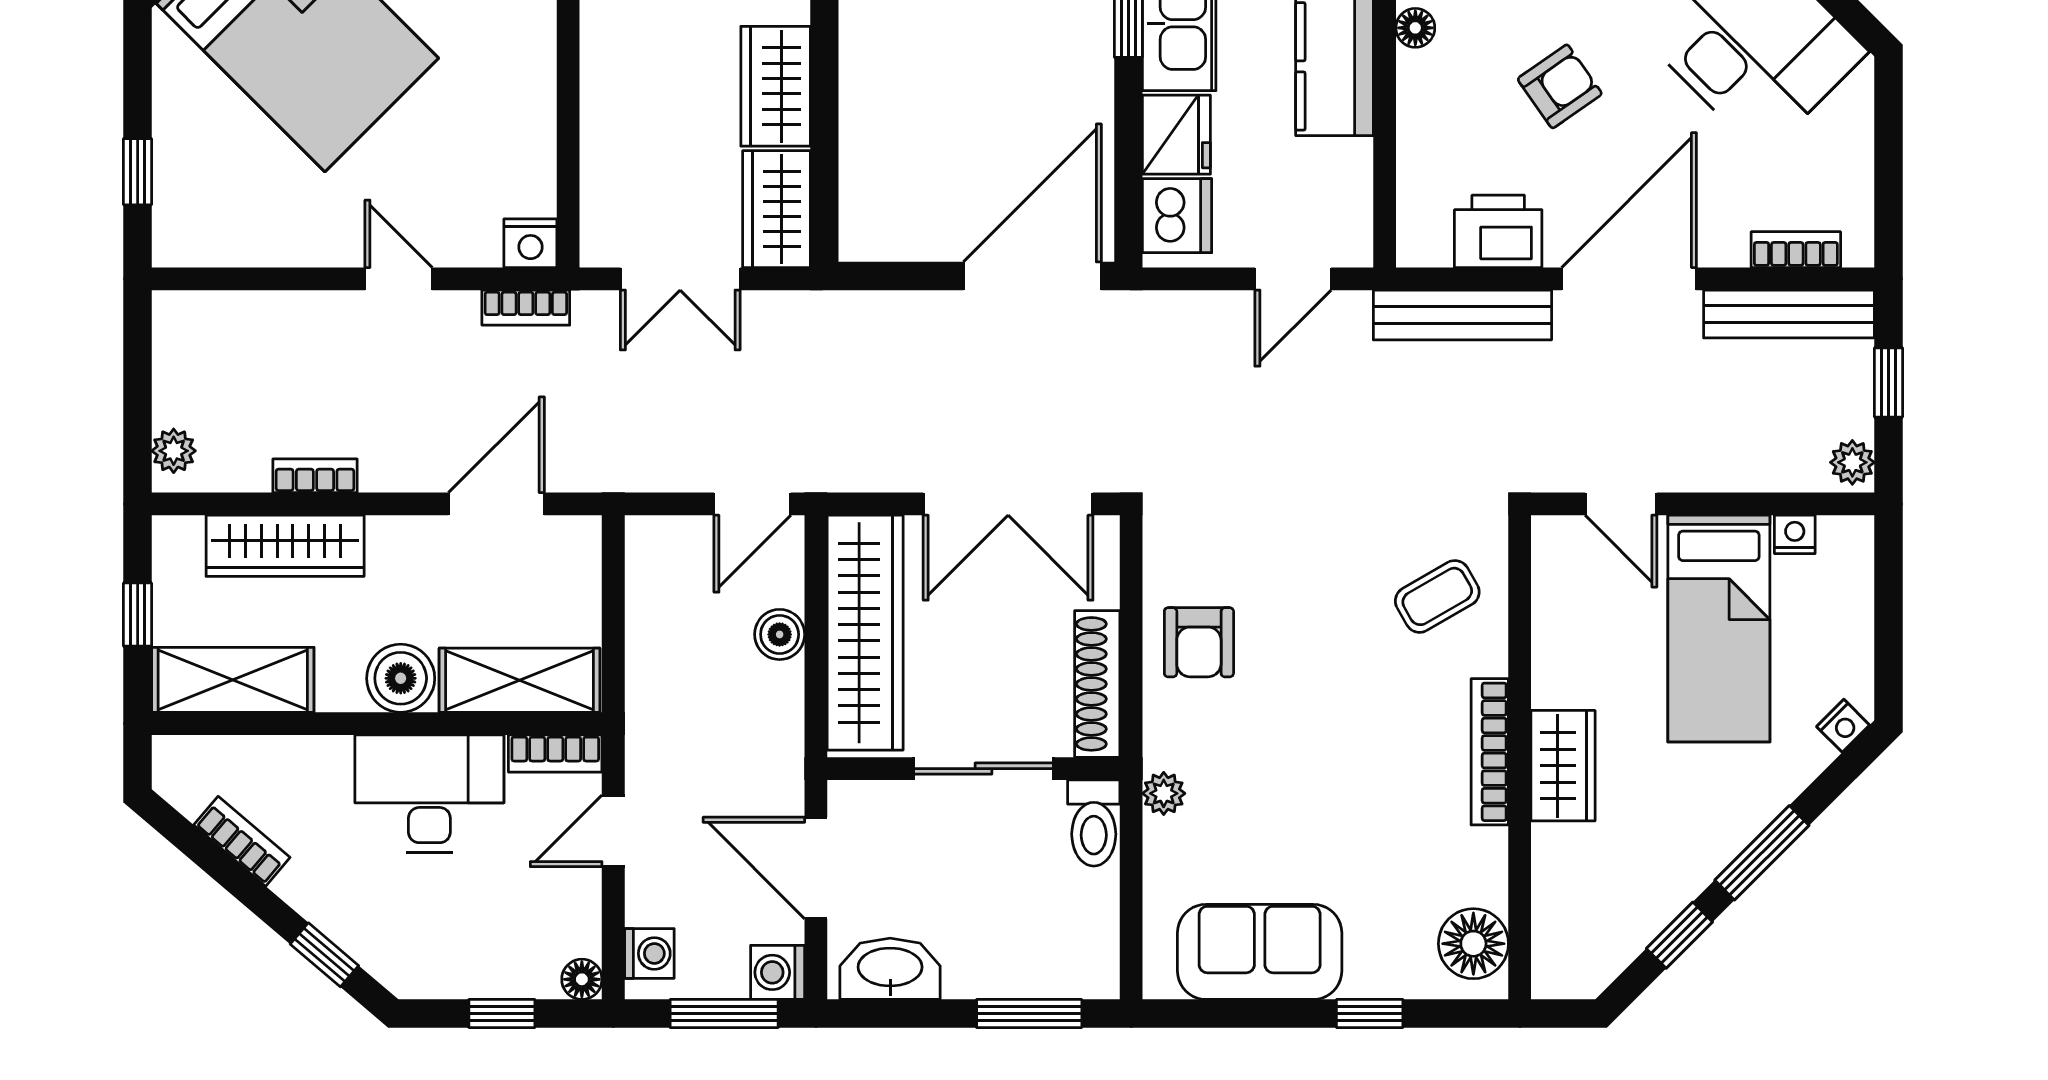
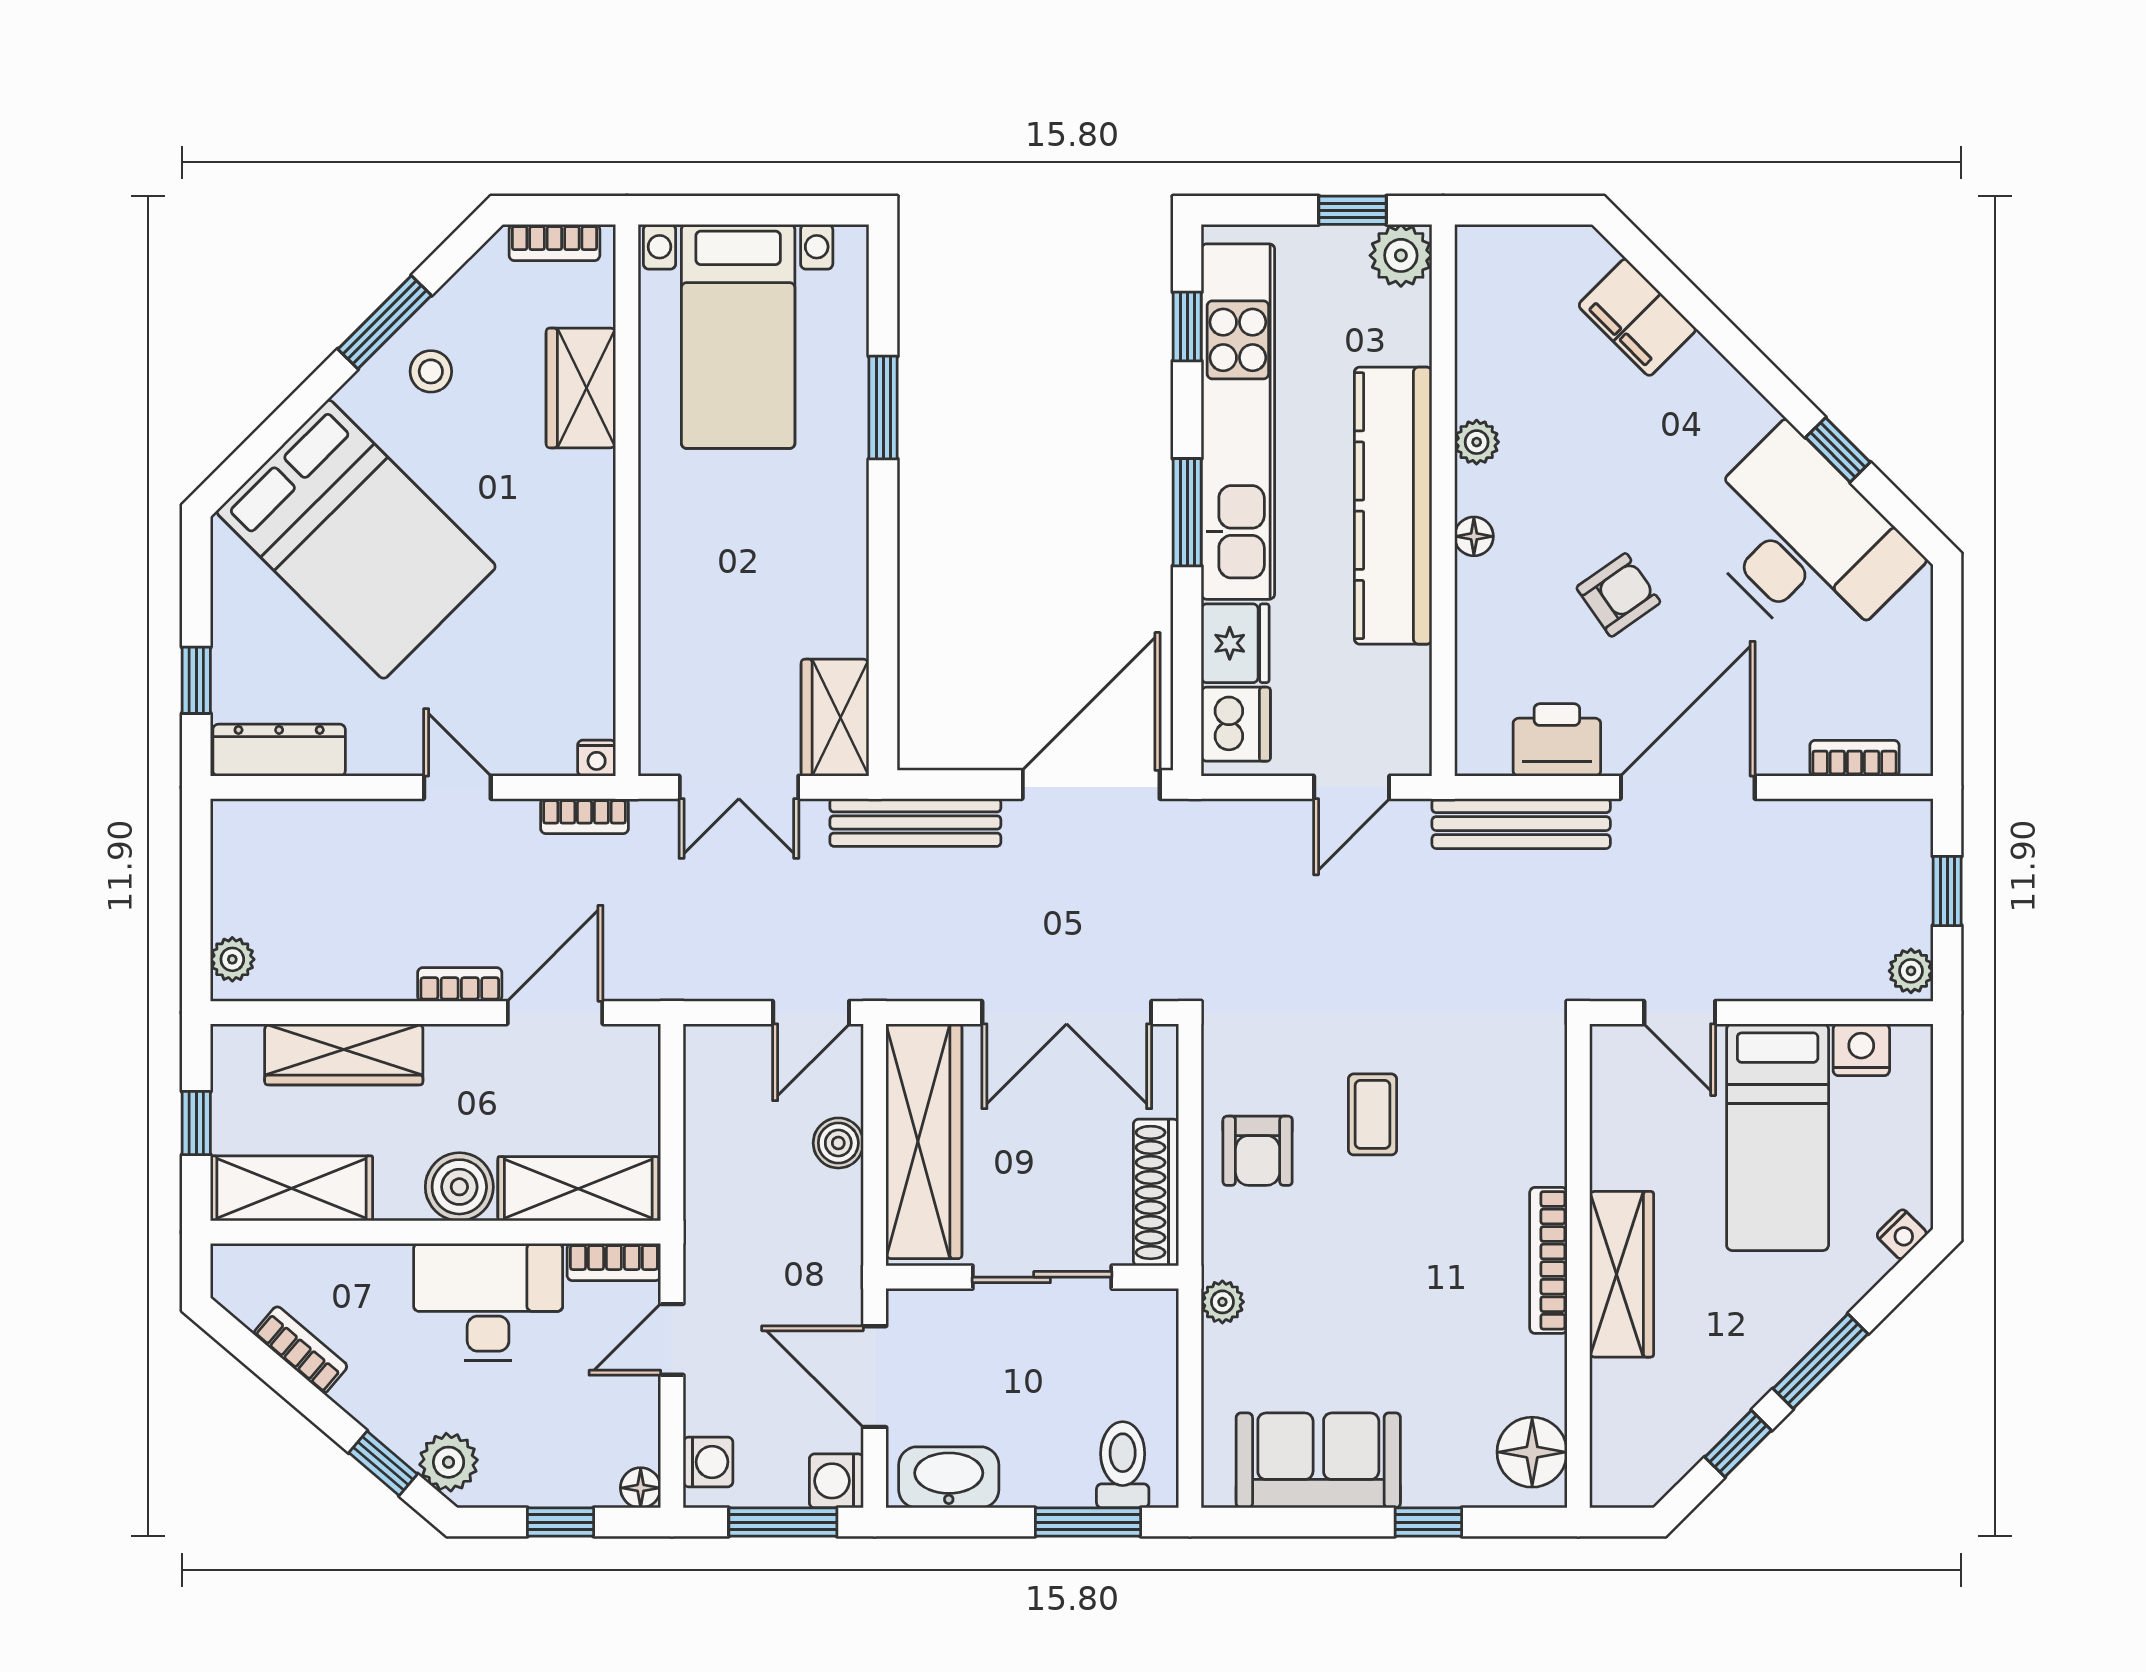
wardrobe: (776, 86) -> (834, 595), removed
dresser: (220, 242) -> (279, 750), added
nightstand: (530, 243) -> (597, 758), width x0.72, depth x0.74
bench: (1789, 314) -> (915, 822), moved
bookcase: (315, 476) -> (460, 984), moved
nightstand: (1795, 534) -> (1861, 1050), width x1.39, depth x1.35
coffee table: (1437, 596) -> (1372, 1114), moved, turned -60
wardrobe: (1563, 766) -> (1622, 1274), width x1.50
toilet: (1094, 823) -> (1123, 1465), moved, turned 180
plant: (390, 954) -> (449, 1462), added

